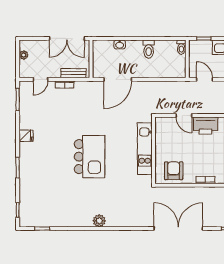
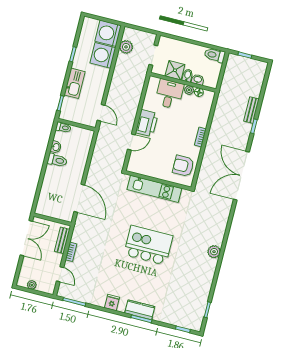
washbasin: (120, 45) -> (56, 147), moved
door: (205, 79) -> (101, 113), swing flipped
kitchen counter: (26, 164) -> (140, 310), added

